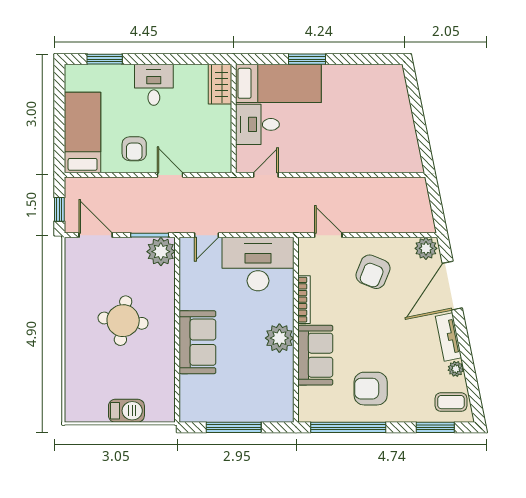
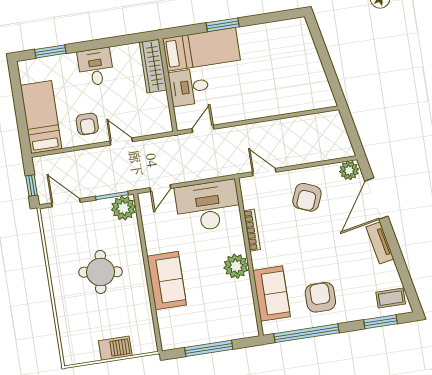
wardrobe: (220, 84) -> (153, 66), width x1.50
sofa: (315, 355) -> (272, 294), moved
plant: (456, 369) -> (390, 269), removed
armchair: (371, 389) -> (320, 297), turned 90

